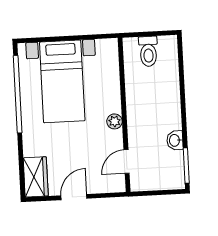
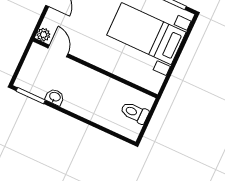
plant: (115, 121) -> (43, 35), moved

